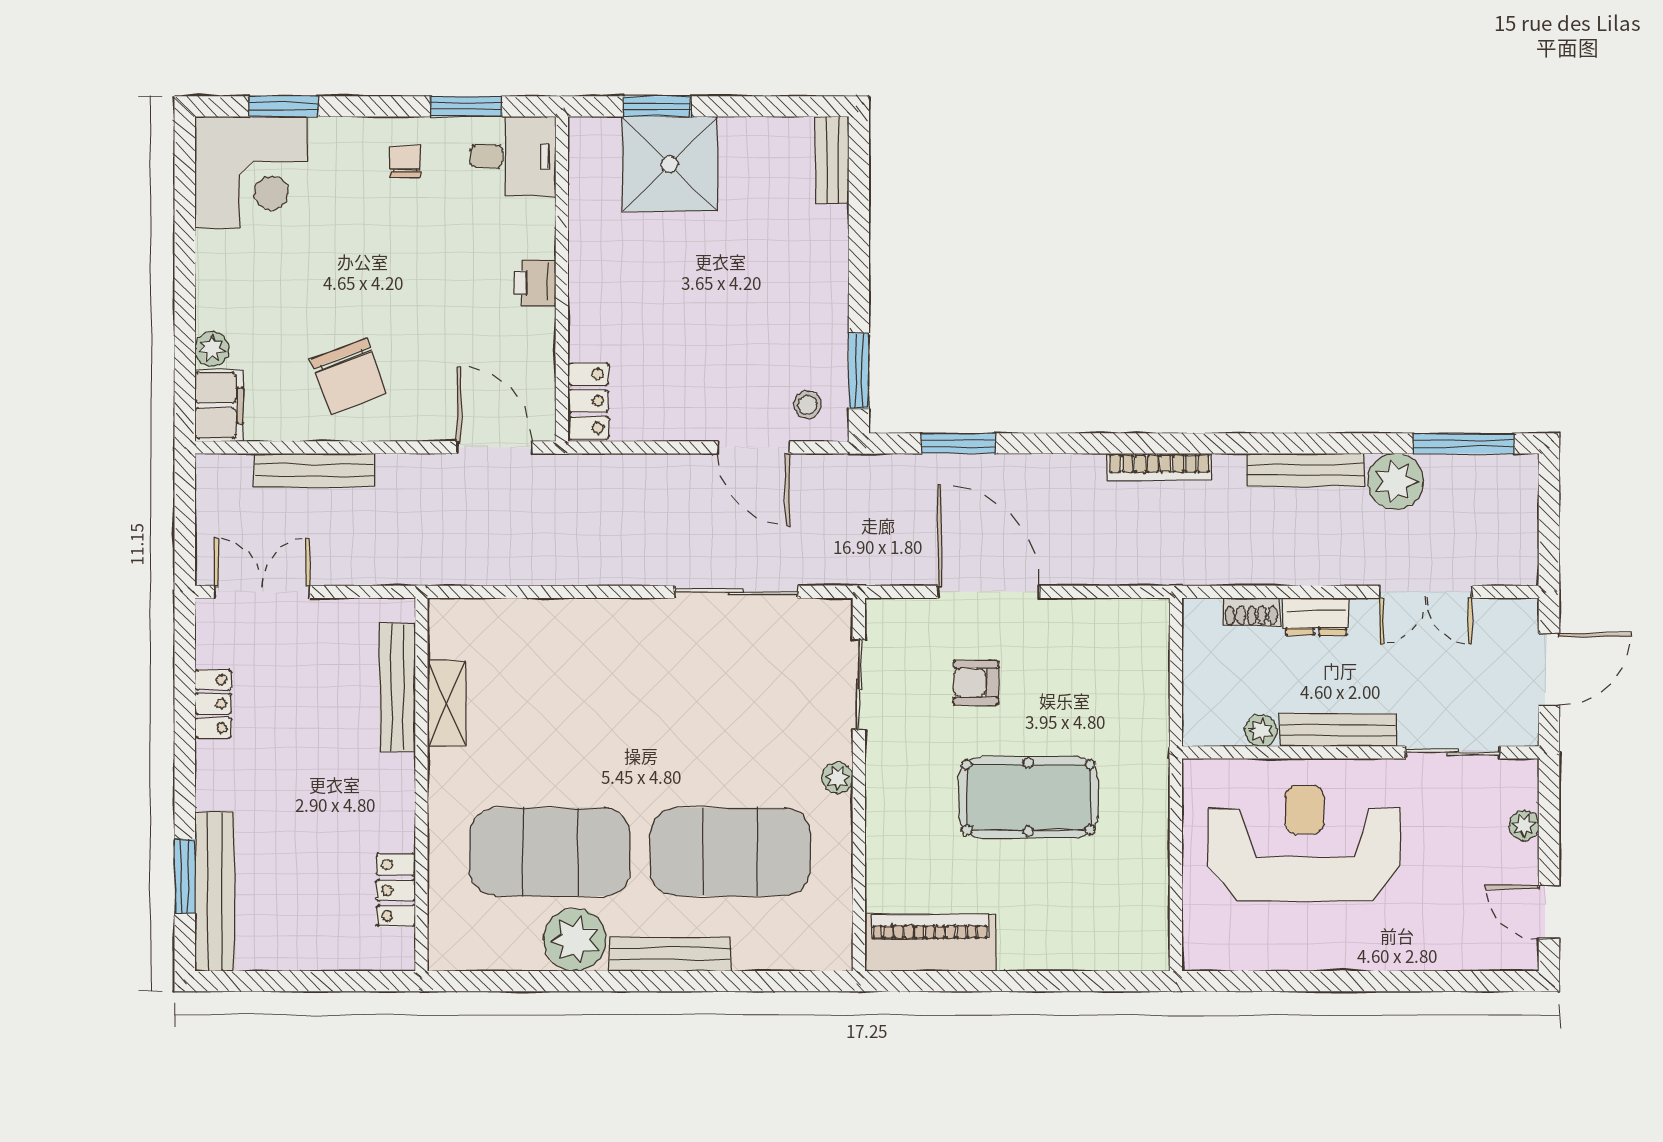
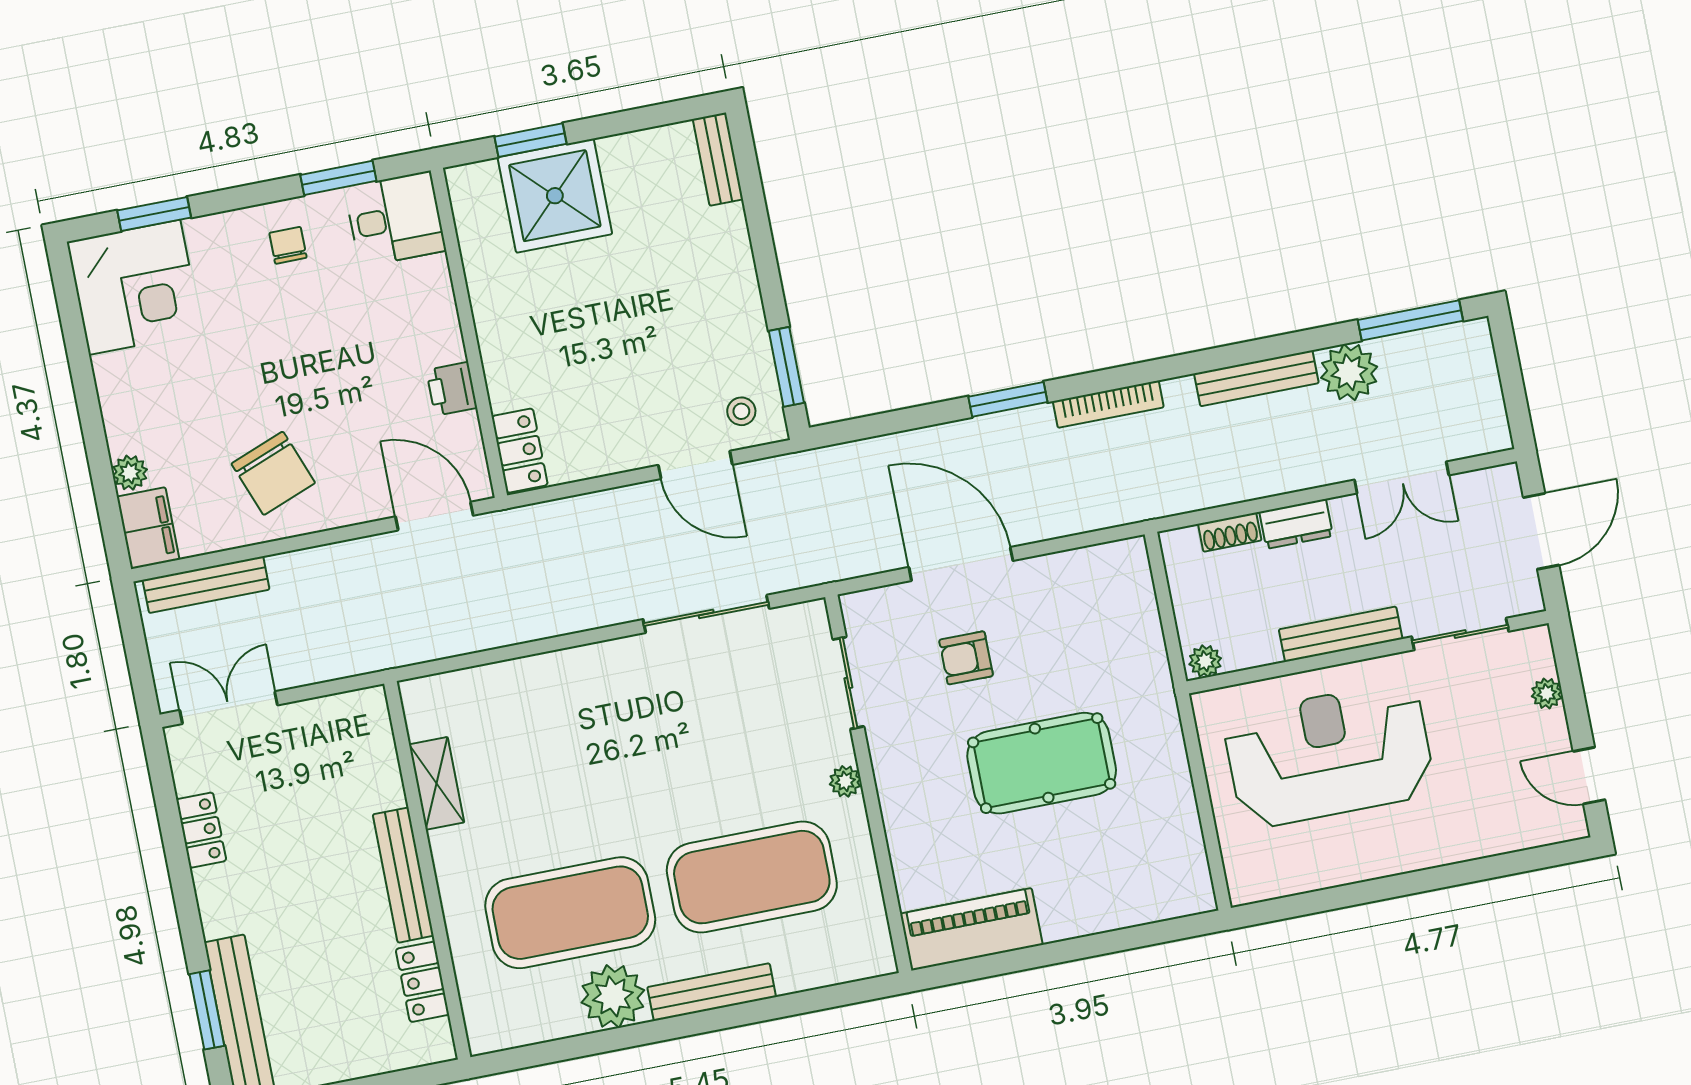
printer: (535, 283) -> (452, 389), moved
window: (958, 443) -> (1008, 399), moved
bench: (314, 470) -> (206, 585), moved
bench: (398, 687) -> (403, 875), moved
plant: (1261, 731) -> (1205, 661), moved

